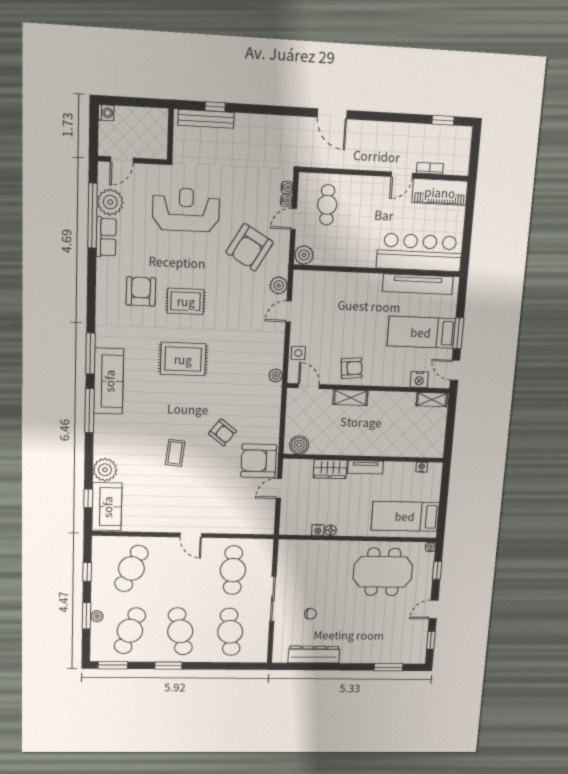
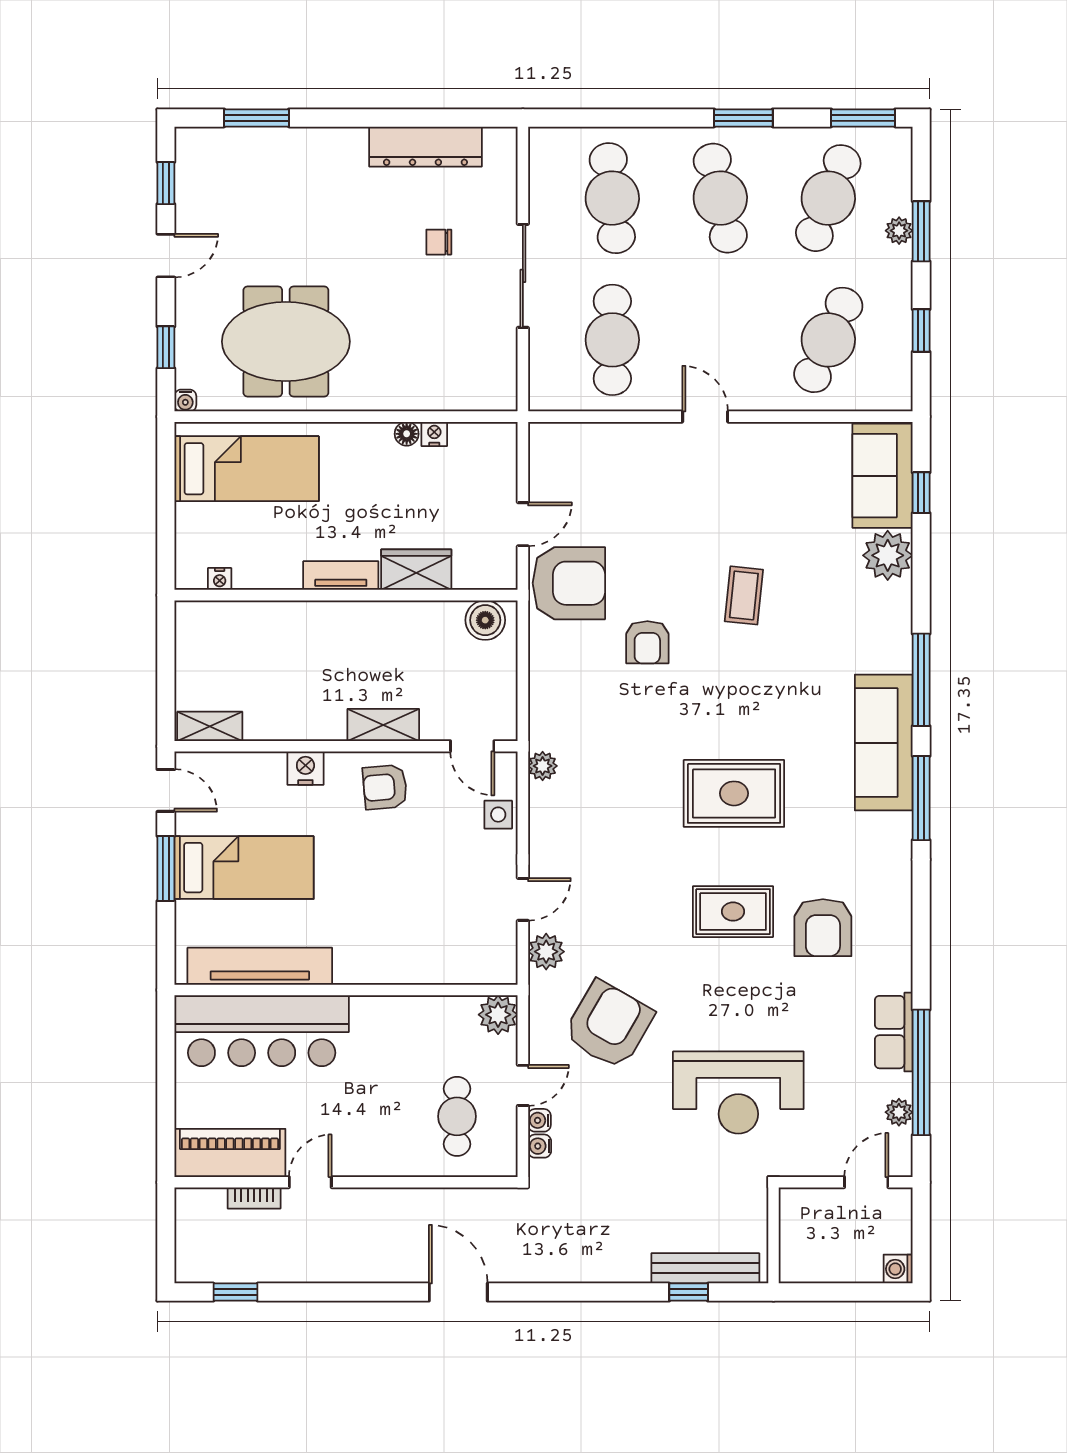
plant: (110, 202) -> (899, 1112), width x0.53, depth x0.53
nightstand: (419, 380) -> (305, 768), moved
armchair: (222, 432) -> (647, 642), turned -128

